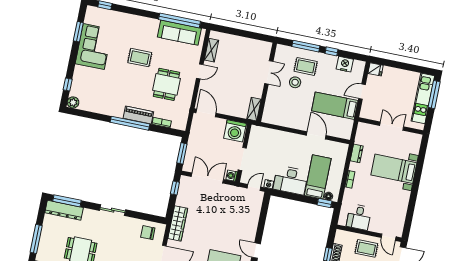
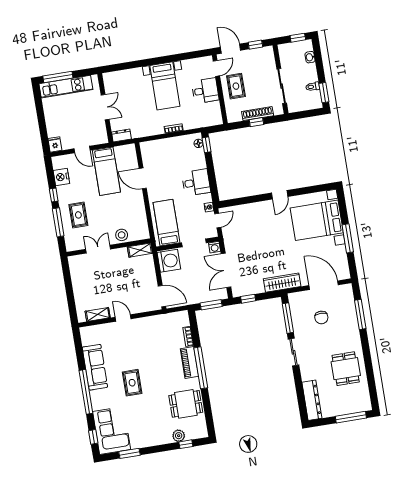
window: (179, 20) -> (86, 392), moved
sofa: (179, 33) -> (95, 367), moved
corner sofa: (94, 47) -> (112, 431), moved, turned 90
stool: (295, 82) -> (122, 235), moved
dining table: (167, 84) -> (186, 404), moved
plant: (73, 102) -> (179, 436), moved
door: (206, 113) -> (162, 296), swing flipped
double door: (392, 126) -> (105, 107), swing flipped
door: (316, 135) -> (143, 178), hinge flipped
dresser: (357, 153) -> (121, 135), moved
bed with nightstands: (394, 169) -> (165, 86), moved
bed: (318, 177) -> (166, 223), moved, turned 90
desk: (291, 180) -> (196, 182), width x0.73
door: (254, 187) -> (218, 221), swing flipped
window: (67, 201) -> (288, 318), moved
desk: (359, 217) -> (205, 91), moved
chair: (148, 233) -> (321, 317), moved

